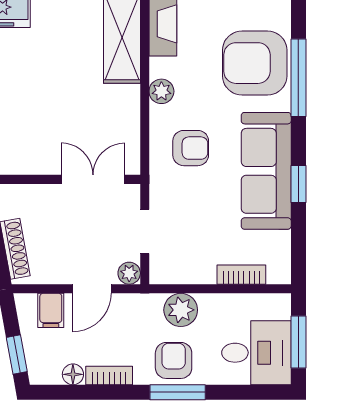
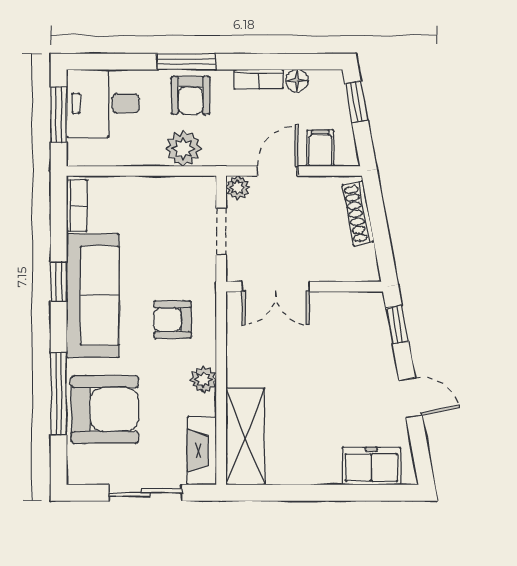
bookcase: (241, 275) -> (77, 206), moved, turned -90

